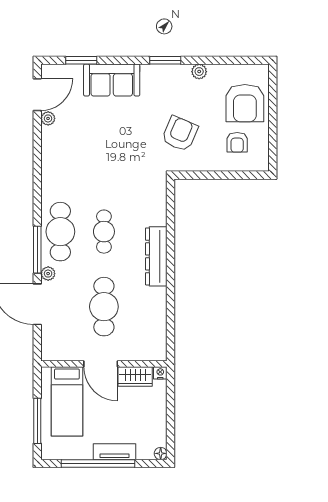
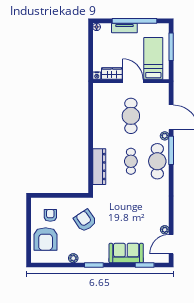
armchair: (245, 103) -> (46, 239), turned 180
armchair: (180, 134) -> (85, 220), turned 123
dresser: (156, 256) -> (99, 167), moved

